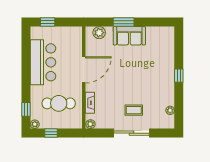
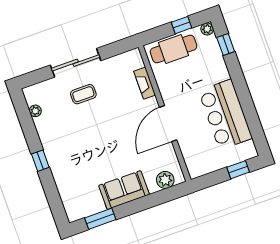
window: (124, 22) -> (100, 219), moved
cafe table: (59, 103) -> (174, 49), moved
plant: (90, 124) -> (134, 55), removed

